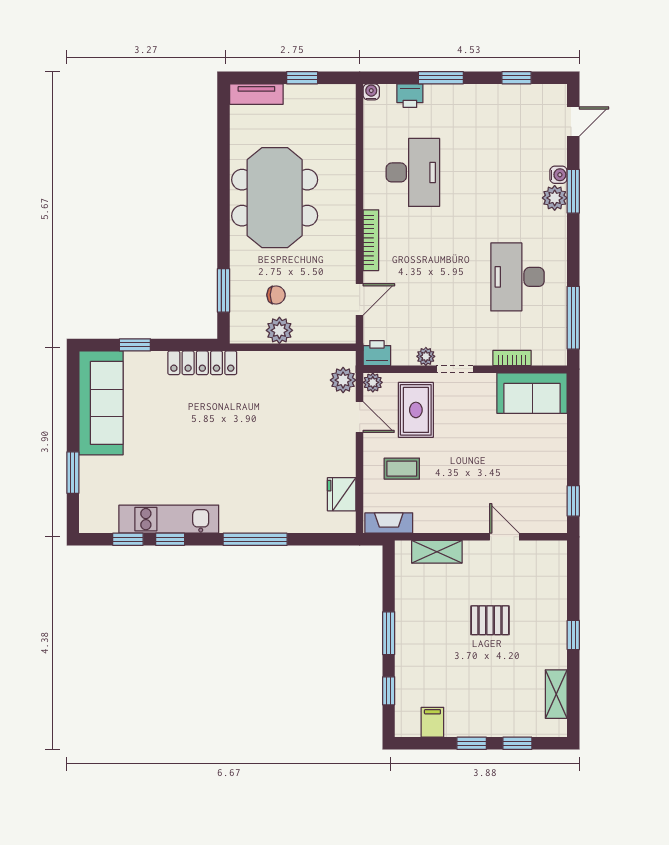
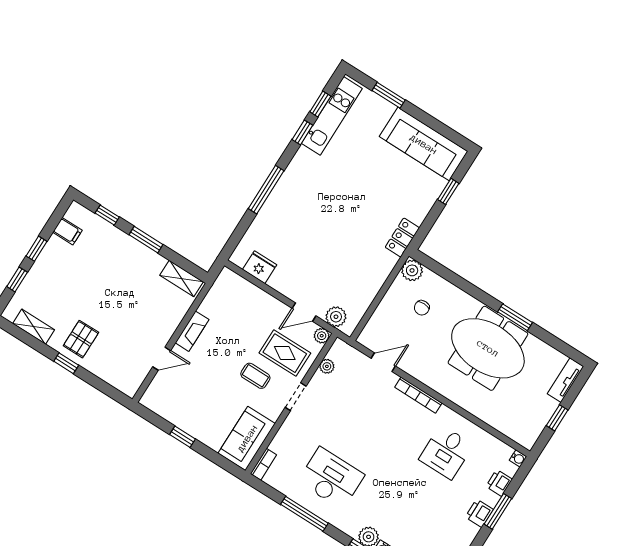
desk: (413, 172) -> (446, 452), width x0.73
window: (223, 290) -> (515, 317), moved
door: (360, 299) -> (383, 362), swing flipped
window: (573, 318) -> (304, 514), moved
plant: (279, 330) -> (412, 270), moved
printer: (377, 353) -> (479, 513), moved, turned 180
plant: (426, 356) -> (327, 366), moved
bookcase: (512, 358) -> (263, 464), moved
locker: (202, 363) -> (402, 238), width x0.66
coffee table: (402, 469) -> (255, 376), moved, turned 90
window: (573, 501) -> (182, 437), moved
kitchen unit: (169, 519) -> (332, 116), moved
fireplace: (389, 523) -> (192, 331), moved
shelving: (437, 552) -> (182, 279), moved, turned 90
pallet: (490, 620) -> (81, 339), moved

